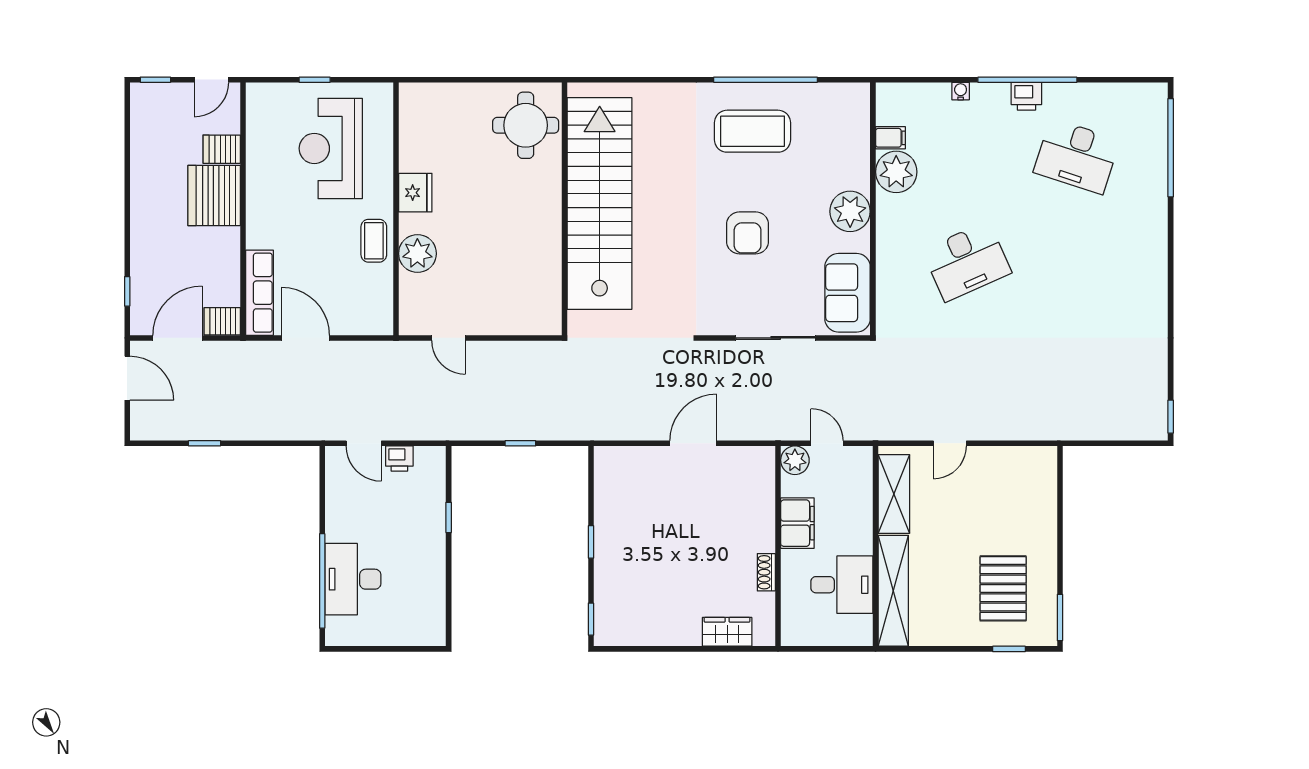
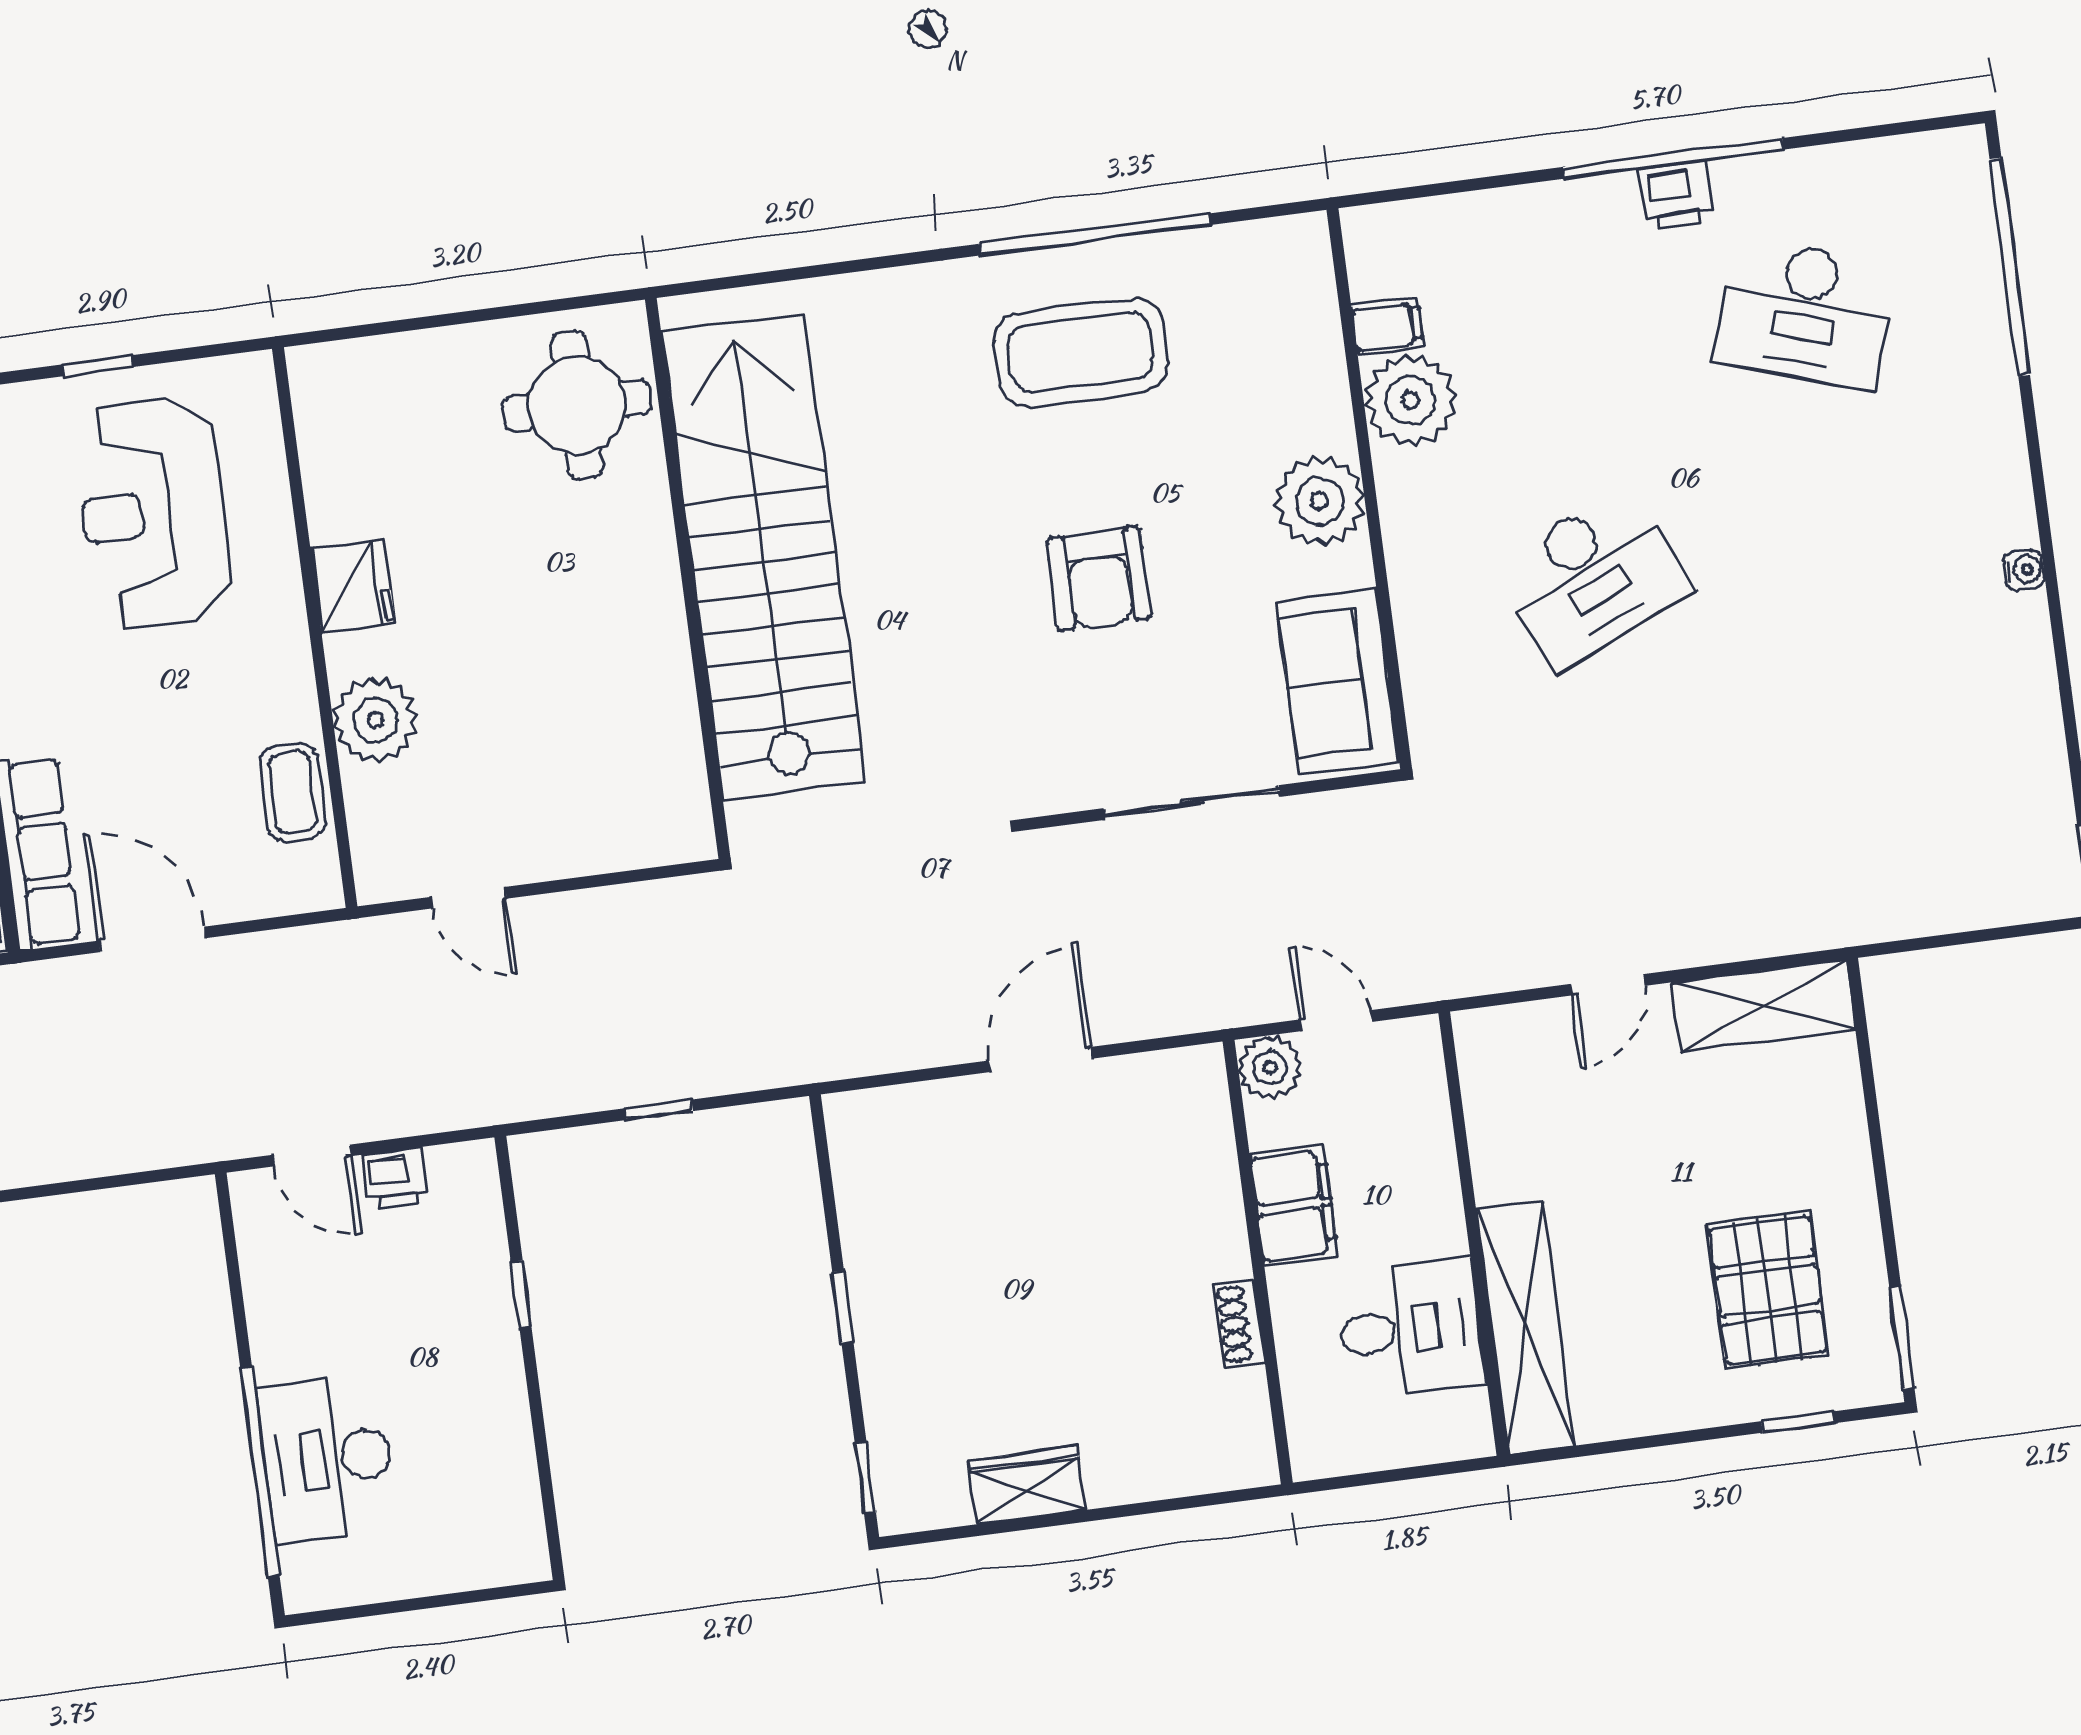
water cooler: (961, 91) -> (2024, 570), moved, turned 90
coffee table: (374, 241) -> (292, 793), moved
shelving: (894, 494) -> (1764, 1006), moved, turned 90
wardrobe: (727, 632) -> (1027, 1485), moved

